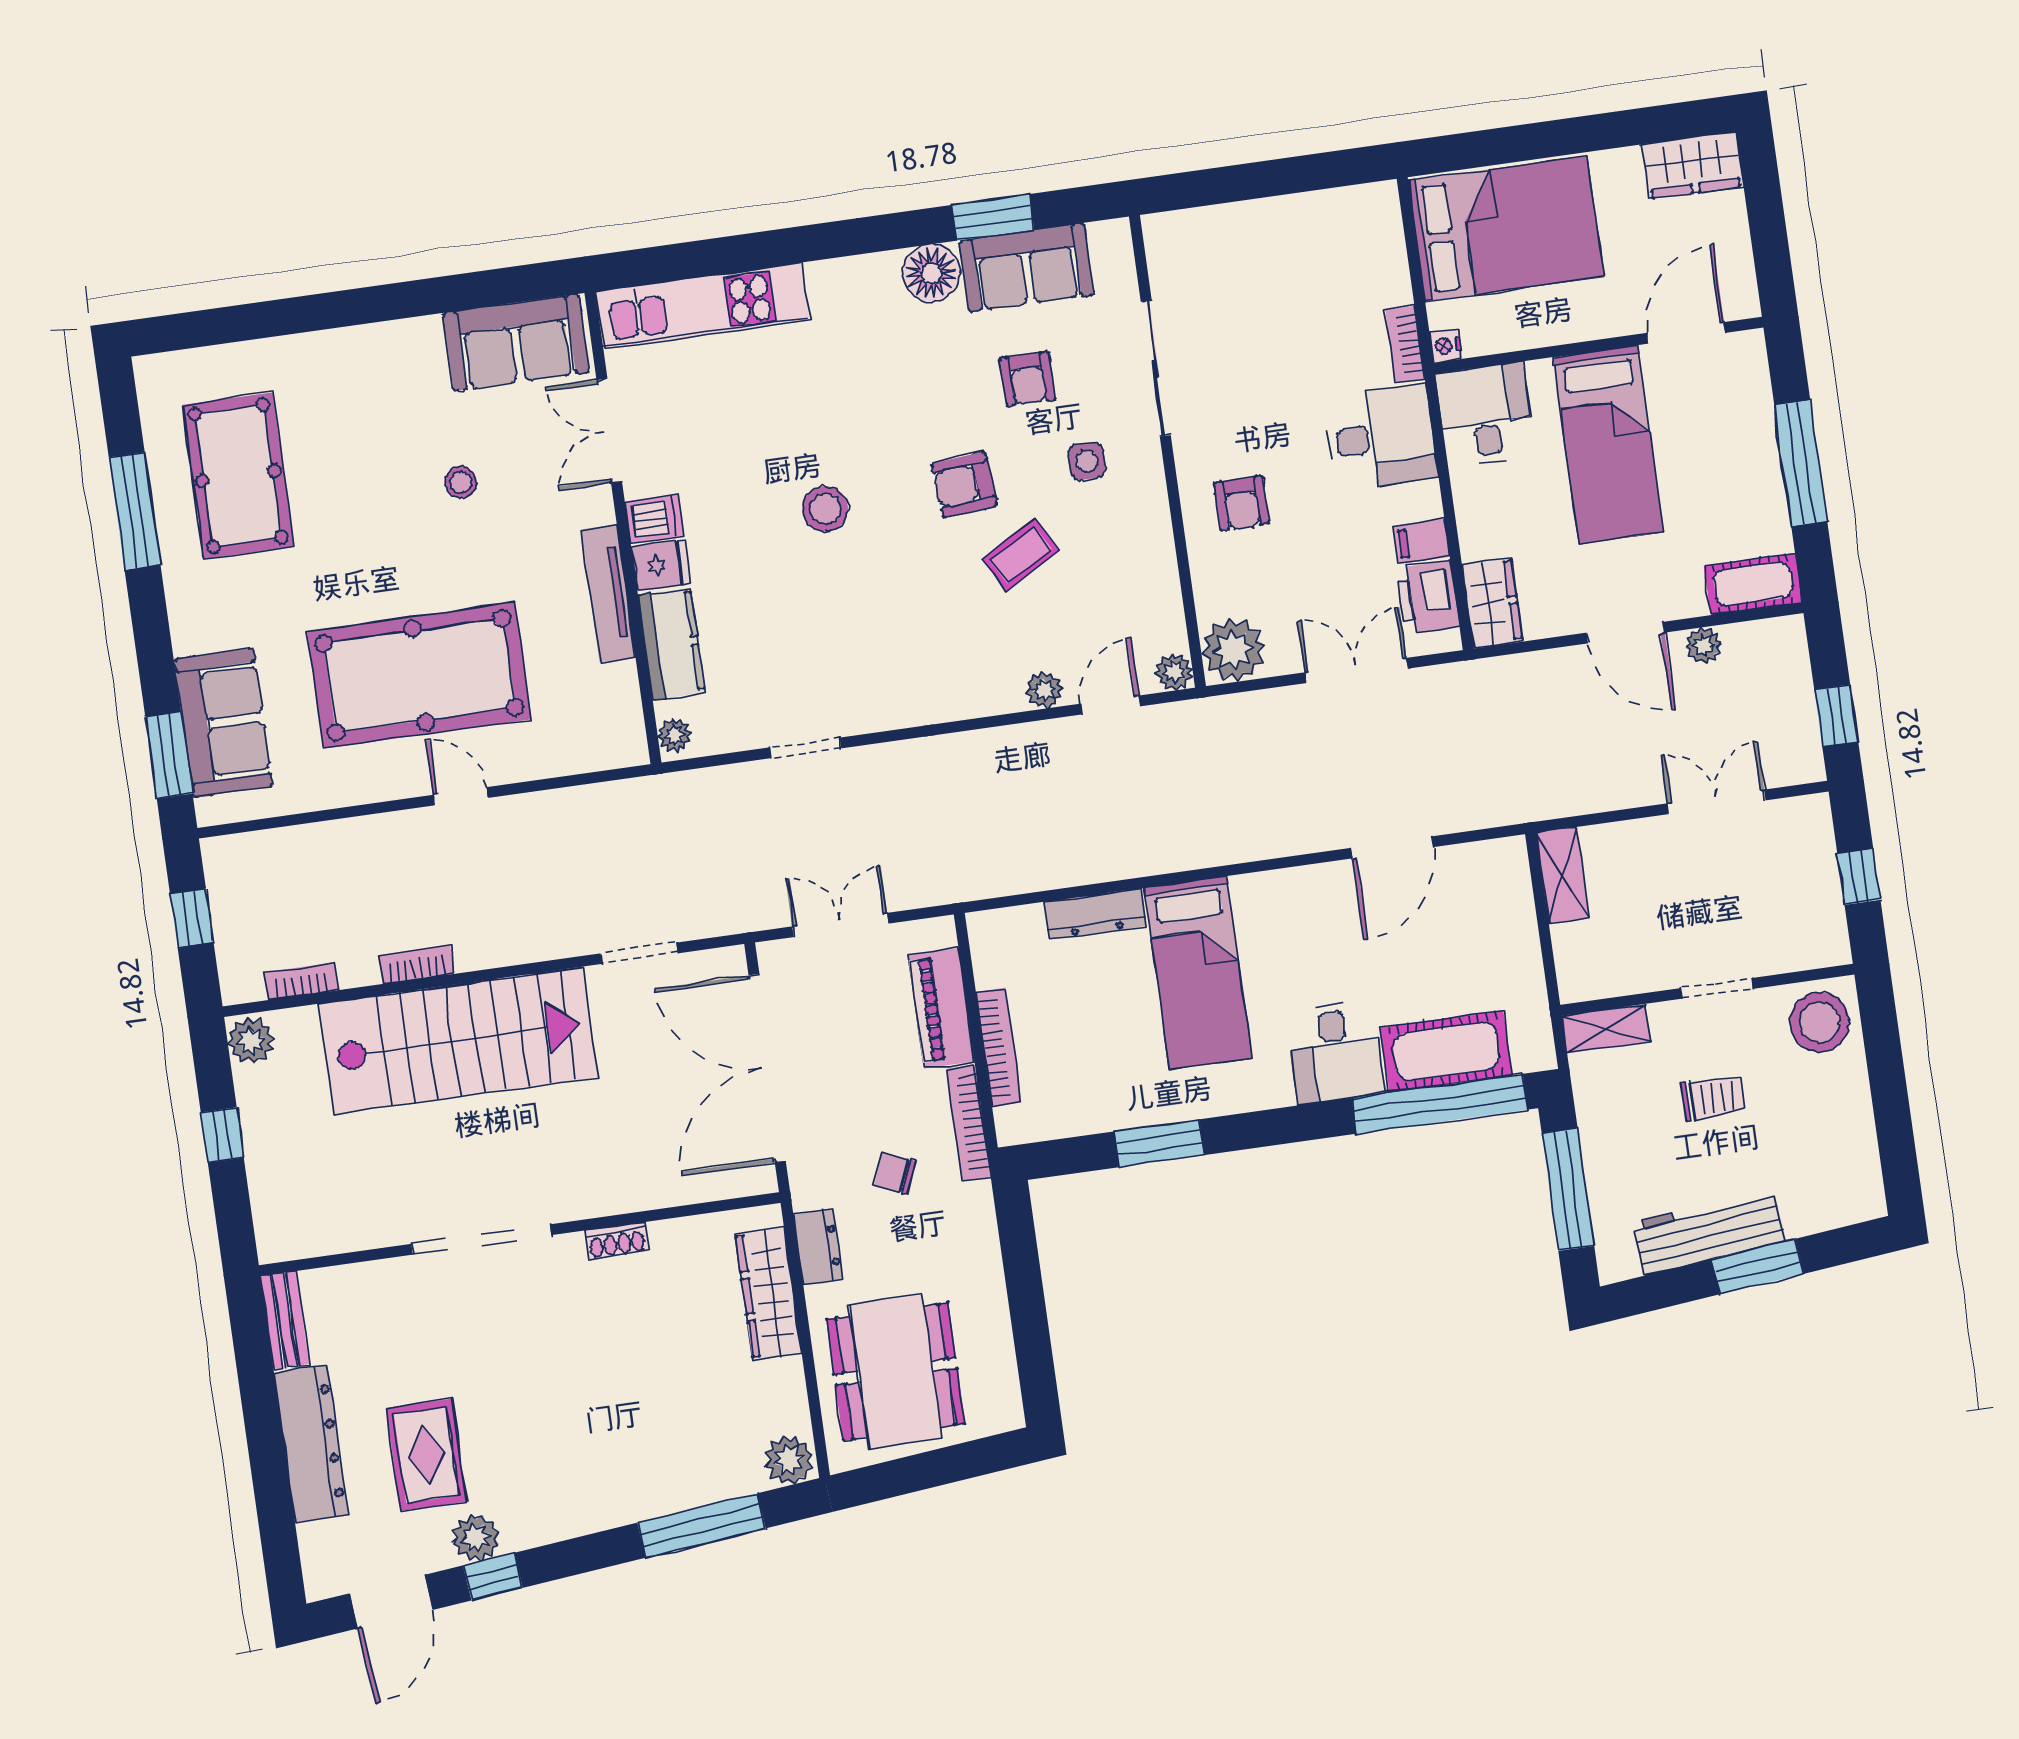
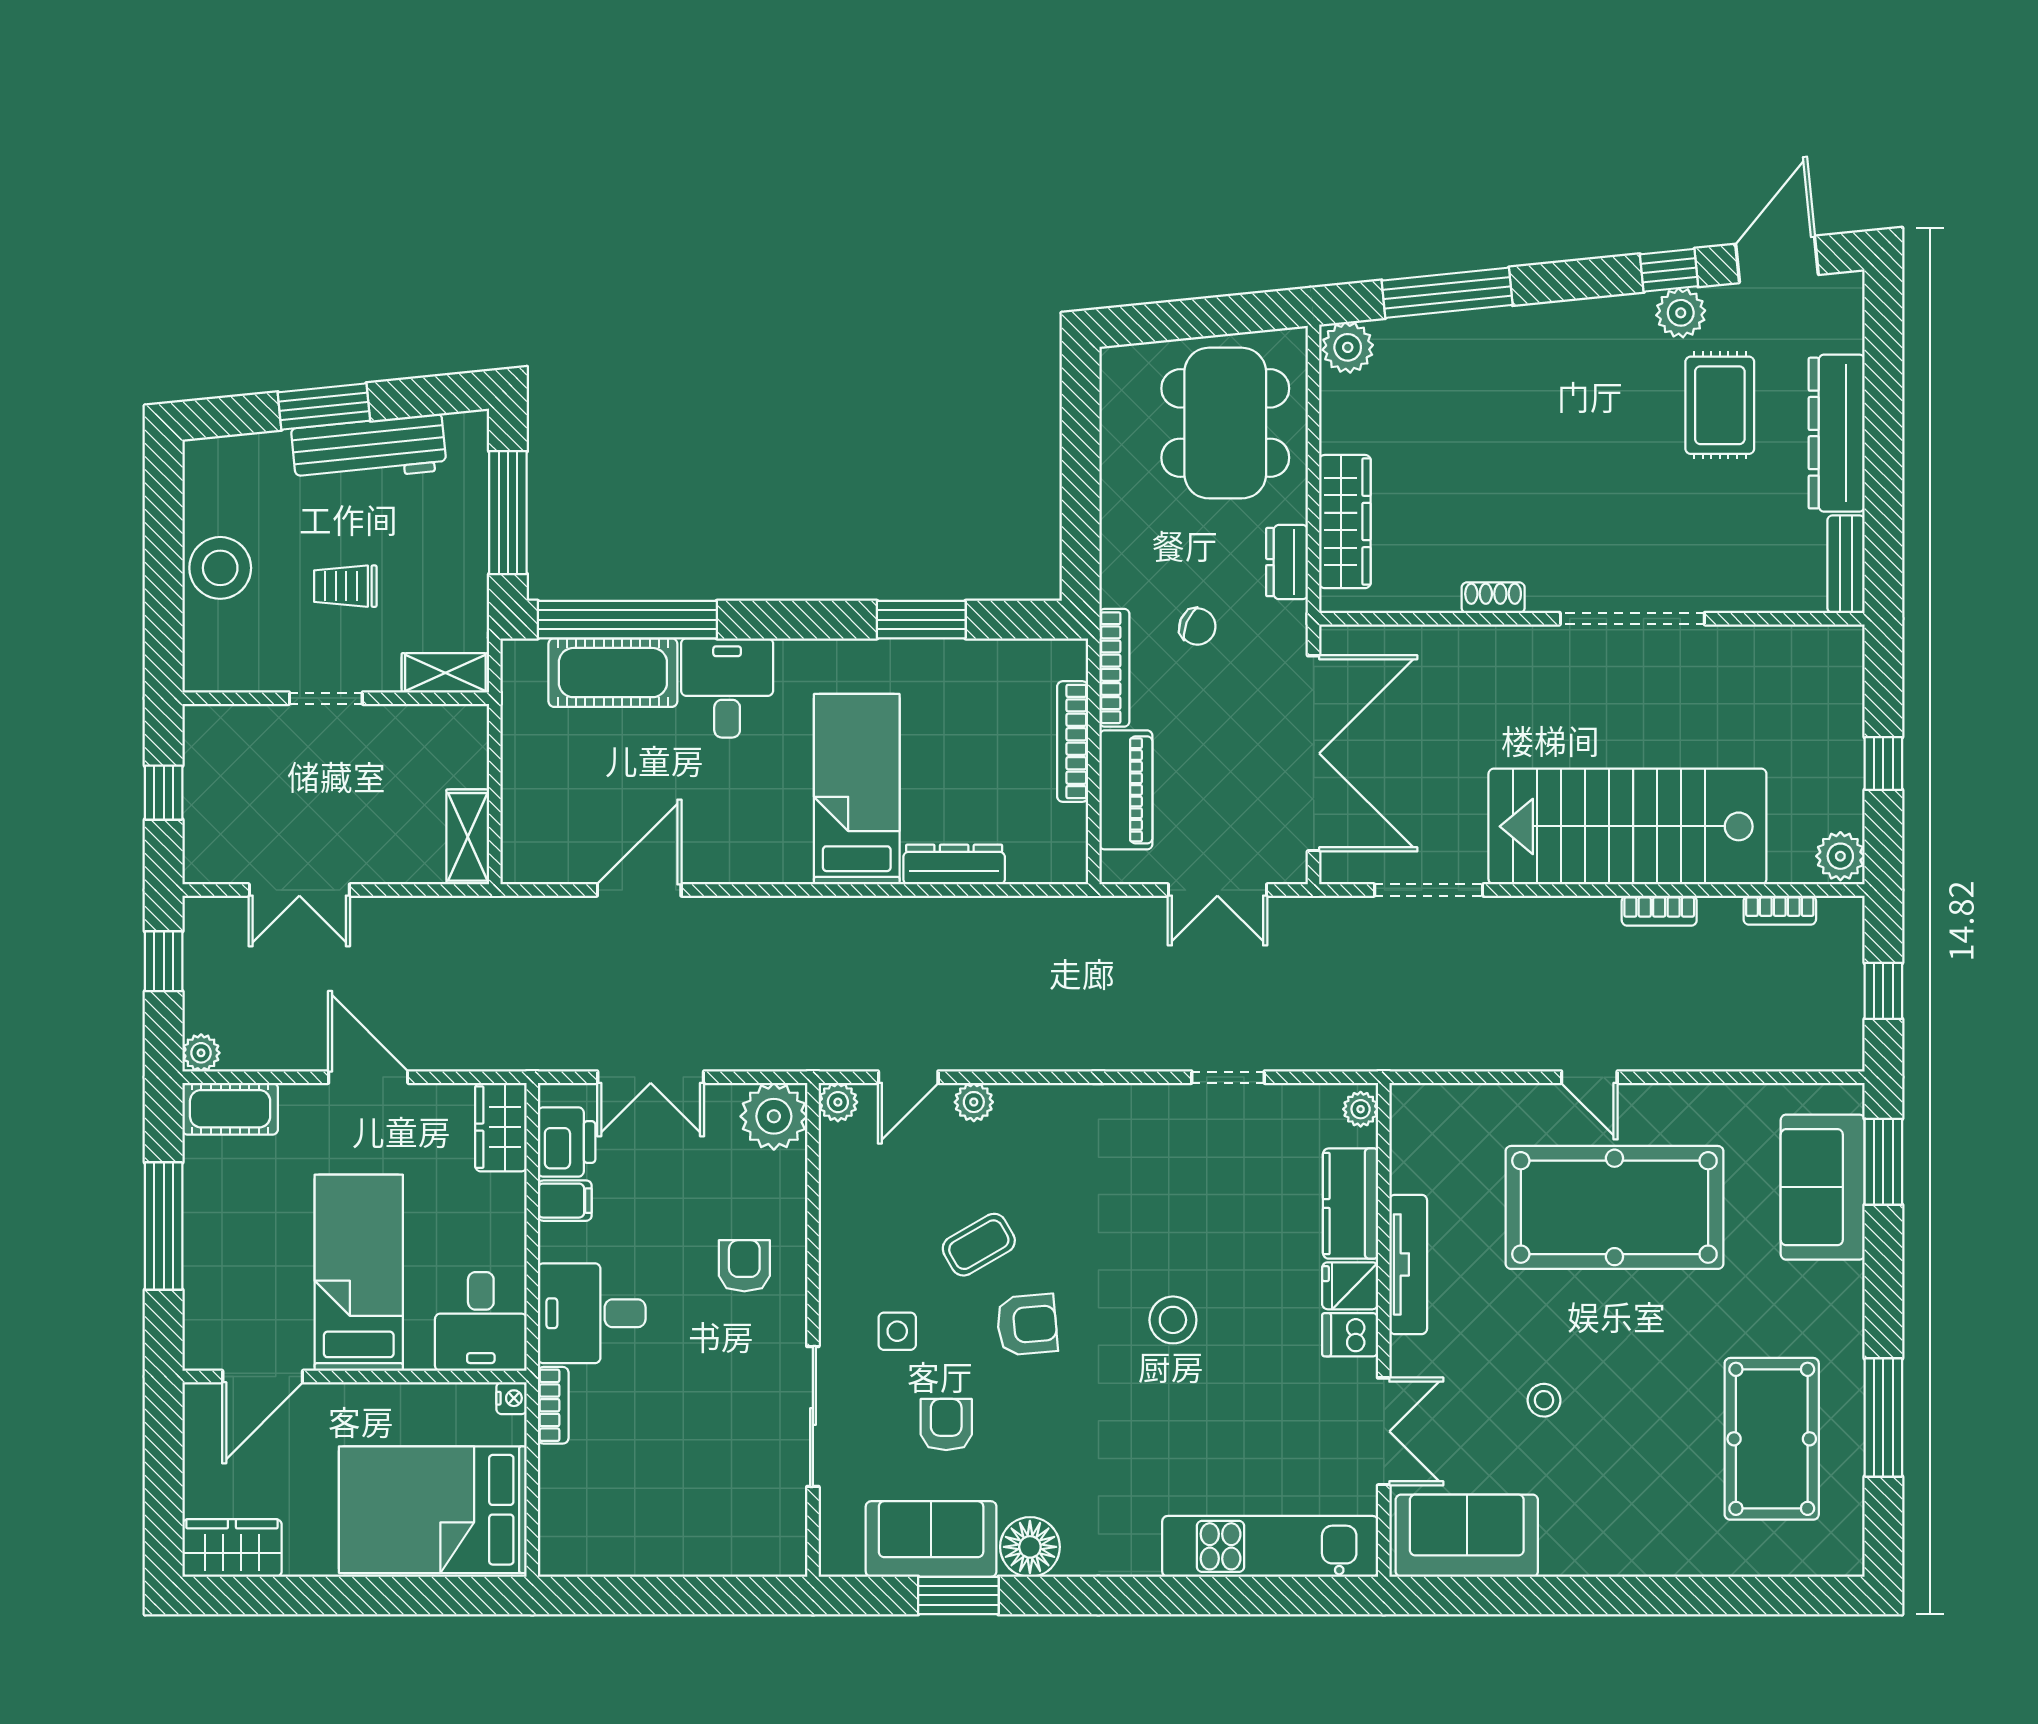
plant: (1703, 645) -> (201, 1053), moved
doorway: (639, 953) -> (1429, 890), width x1.38
stool: (1820, 1022) -> (220, 568), moved

